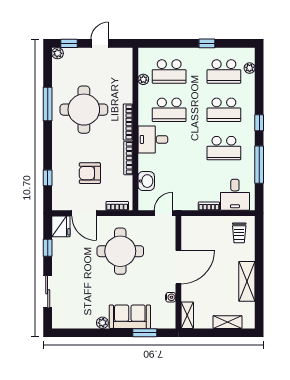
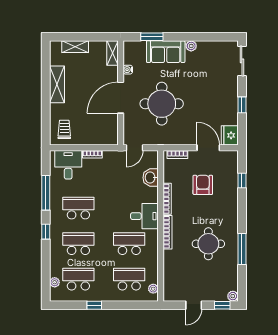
plant: (143, 79) -> (153, 289), moved
round table: (84, 110) -> (208, 244), width x0.73, depth x0.73
armchair: (90, 173) -> (203, 185), turned -90
window: (48, 248) -> (242, 105), moved
round table: (120, 251) -> (162, 104), moved
sliding door: (48, 292) -> (242, 61), moved

